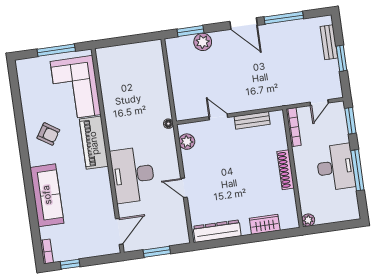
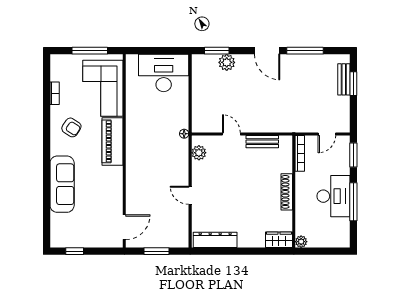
window: (341, 58) -> (353, 84), moved
desk: (133, 175) -> (164, 73), moved, turned 90
wardrobe: (265, 224) -> (279, 240), moved
bookcase: (47, 251) -> (55, 93), moved

